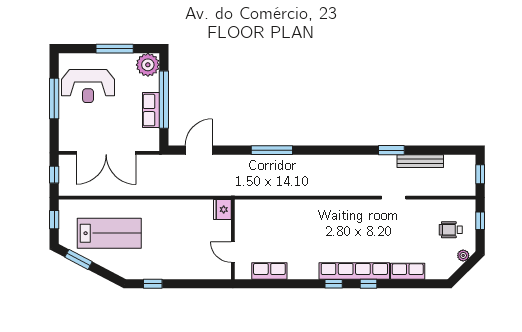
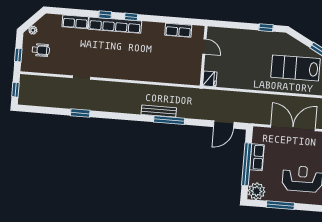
bench: (420, 161) -> (159, 111), moved

